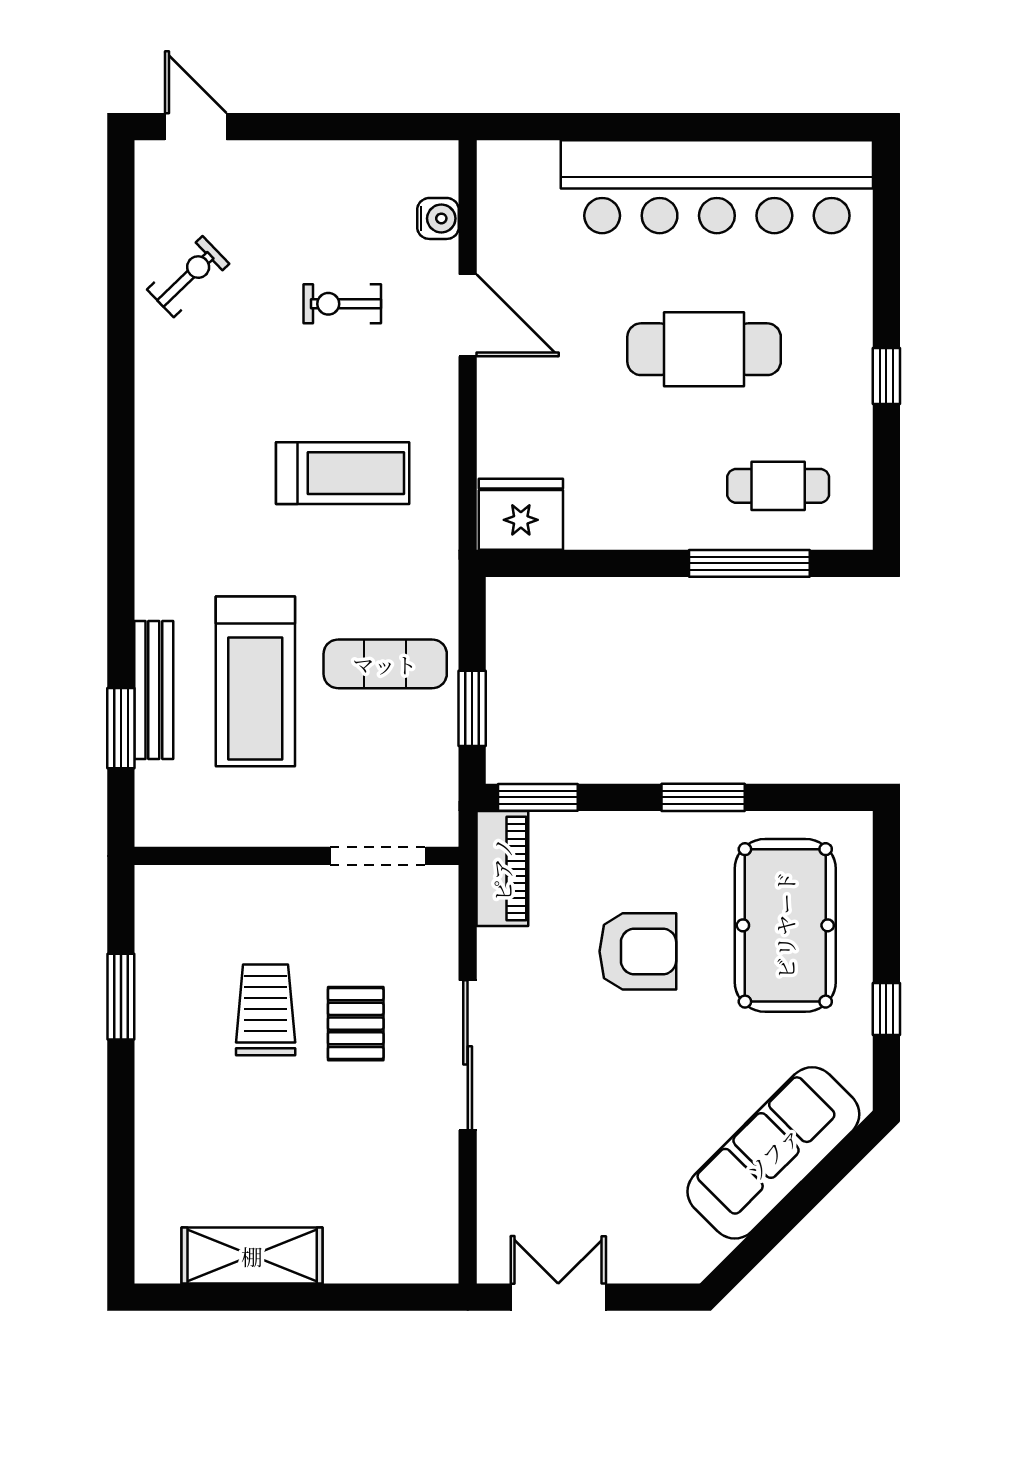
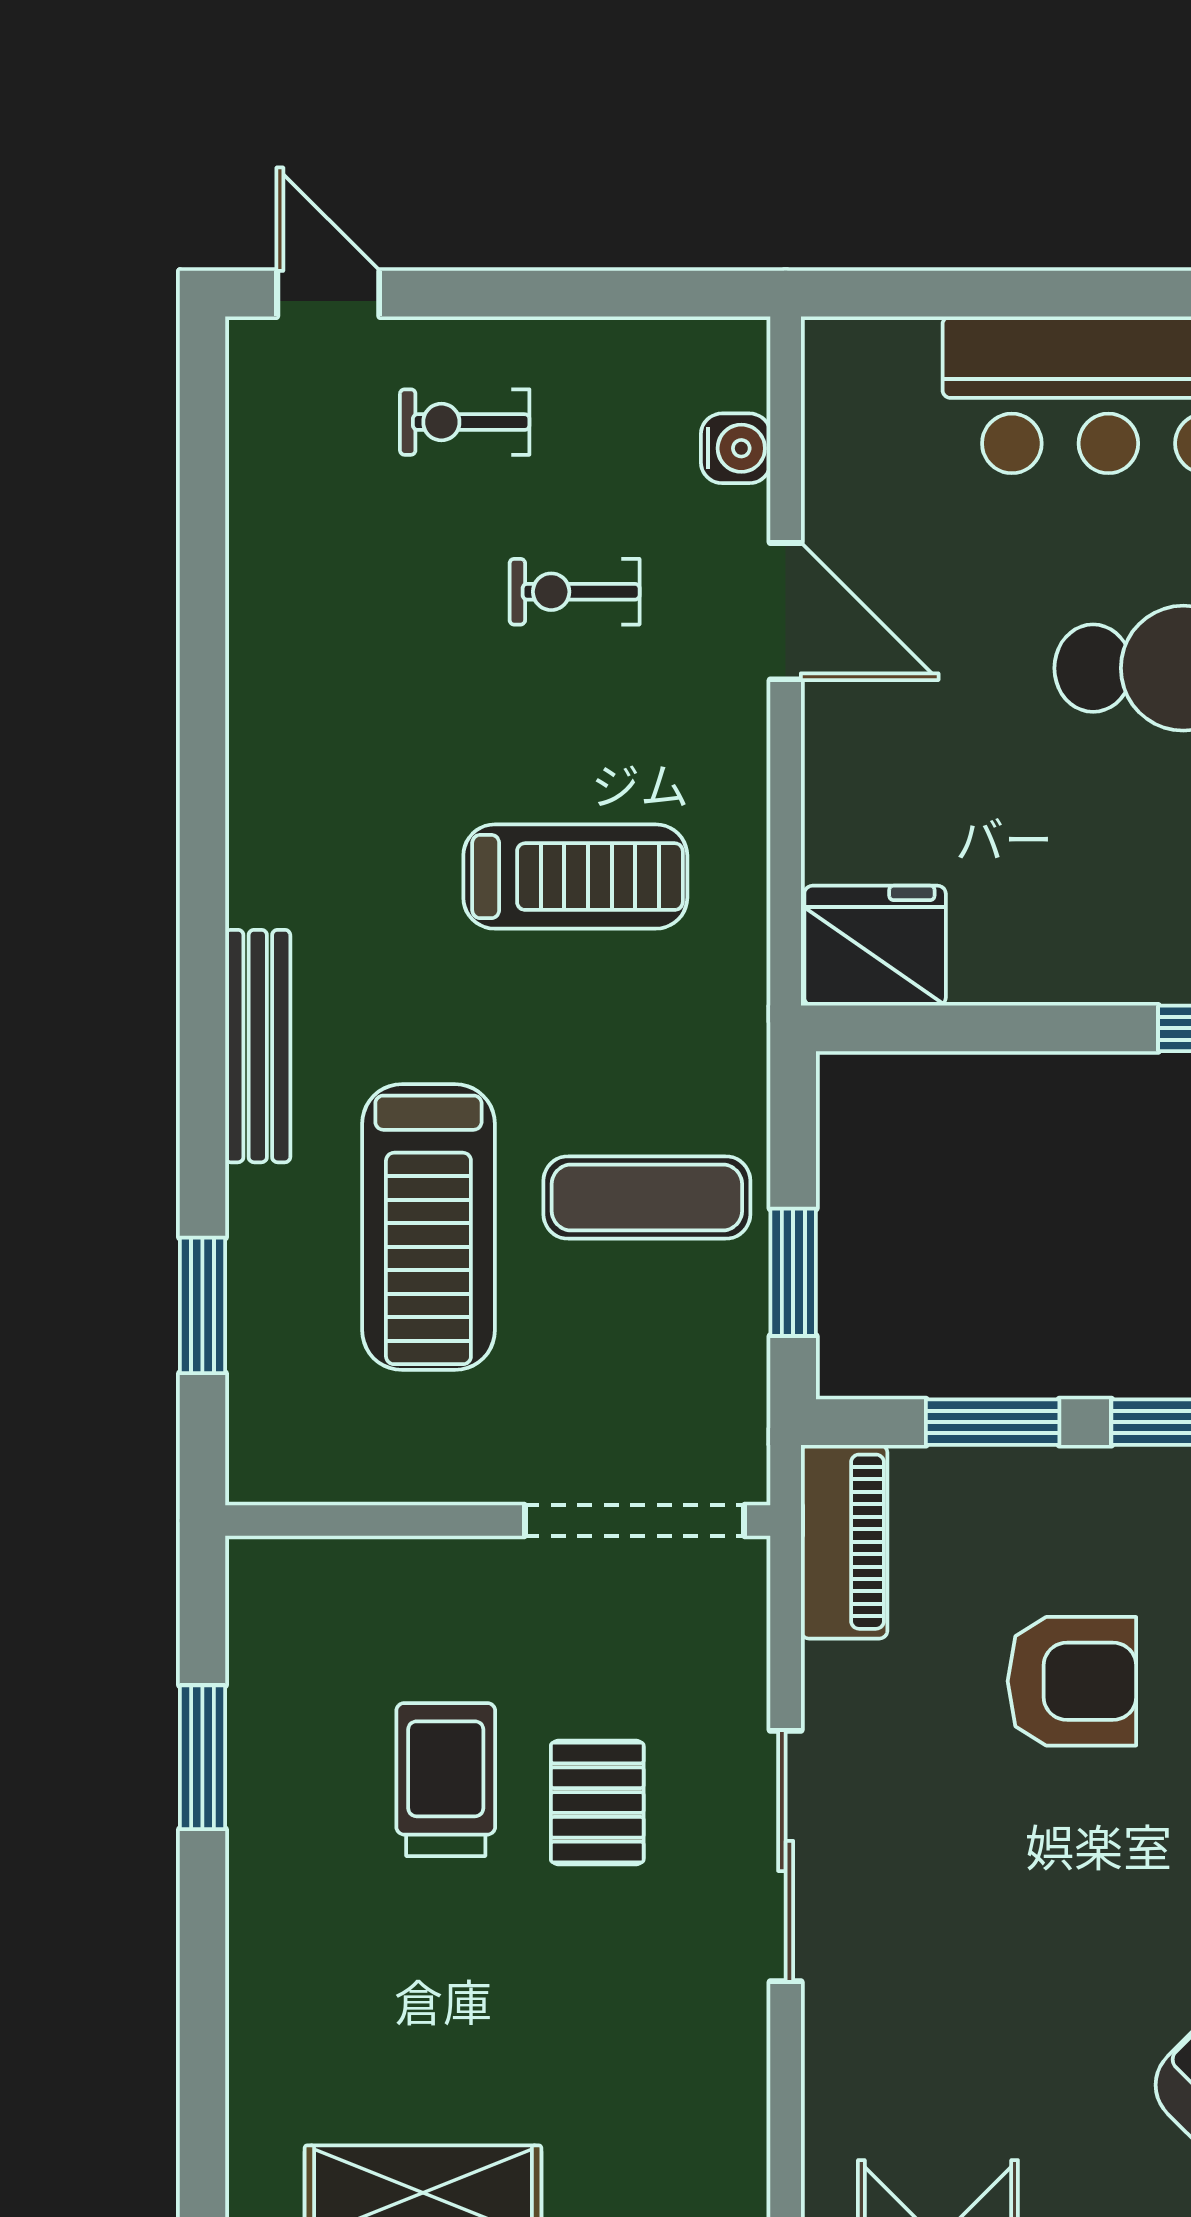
exercise bike: (188, 277) -> (465, 422), moved, turned -136
bench: (154, 690) -> (258, 1046), moved
window: (538, 797) -> (993, 1422), moved
doorway: (378, 856) -> (634, 1521), width x1.36

